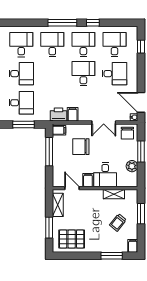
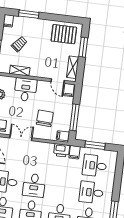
filing cabinet: (73, 114) -> (75, 152), moved
chair: (81, 147) -> (45, 118), turned -87
filing cabinet: (88, 180) -> (69, 90), moved

